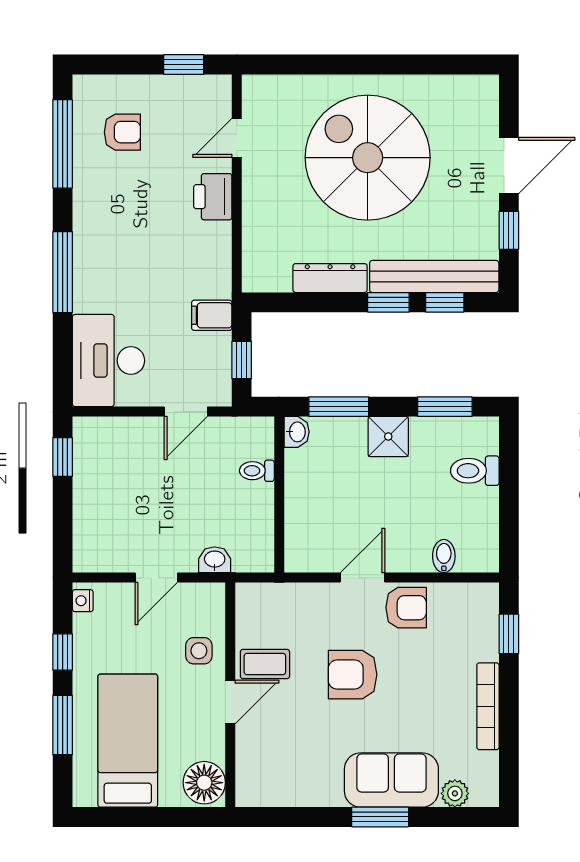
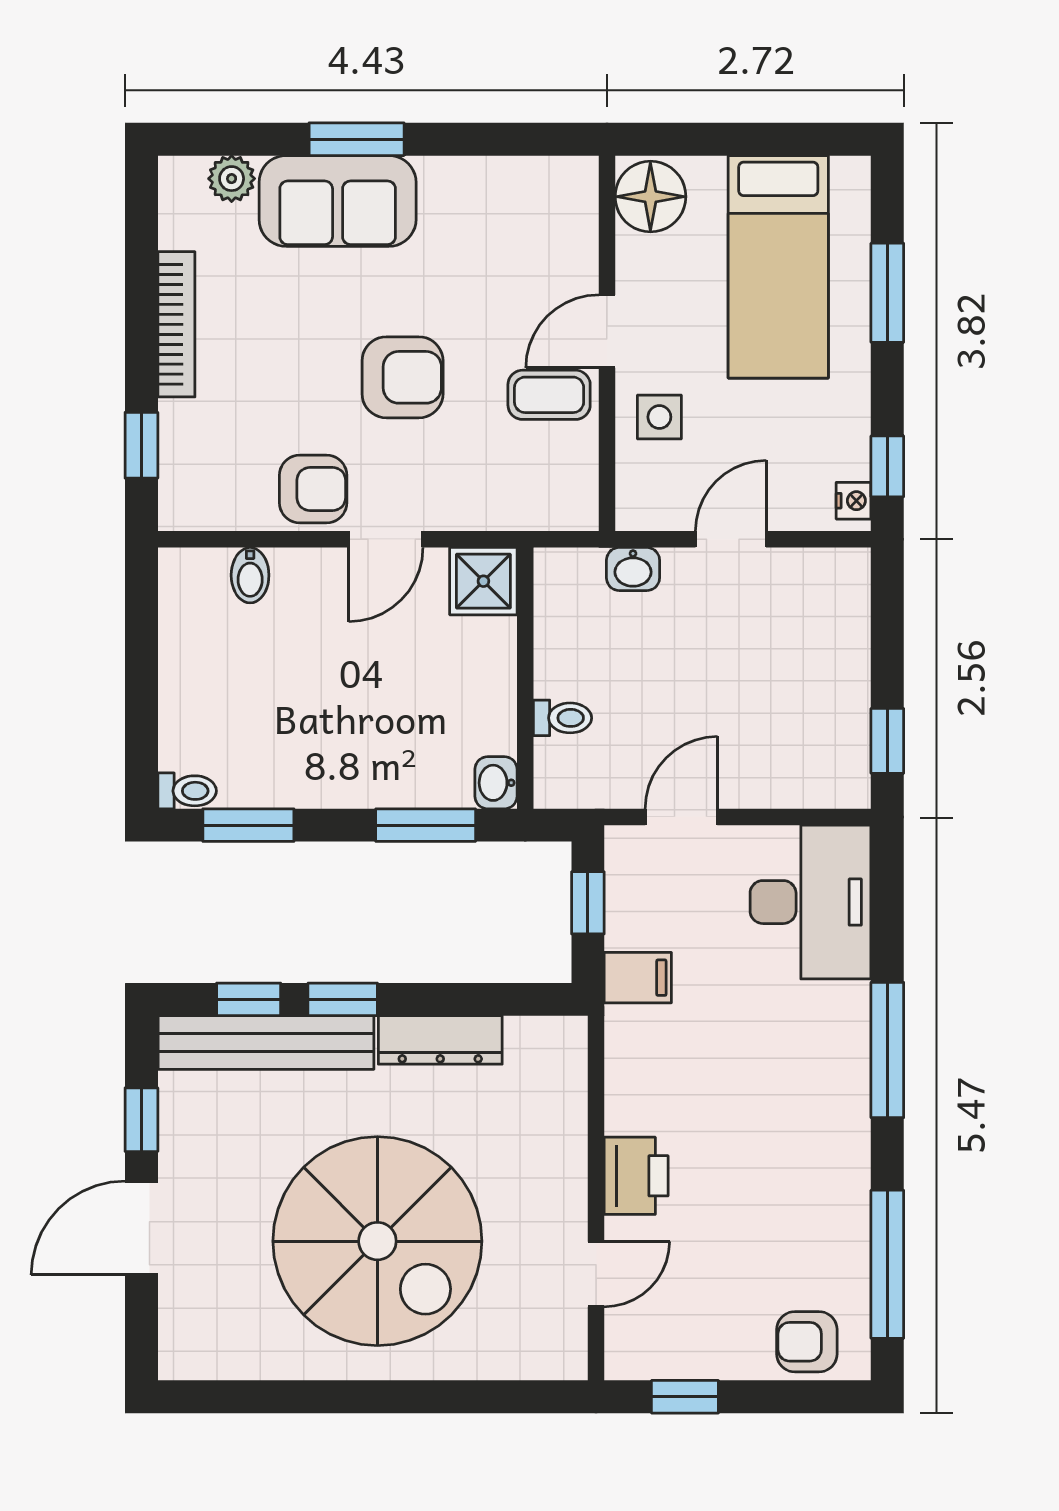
armchair: (122, 132) -> (807, 1342), moved
shower: (388, 436) -> (483, 581), moved
toilet: (475, 471) -> (187, 791), moved, width x0.73, depth x0.72
armchair: (406, 608) -> (313, 489), turned 180
window: (63, 652) -> (887, 466), moved

